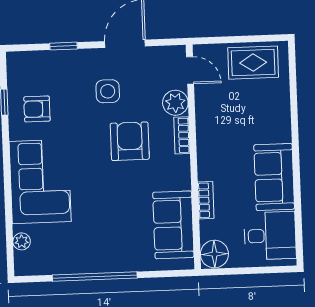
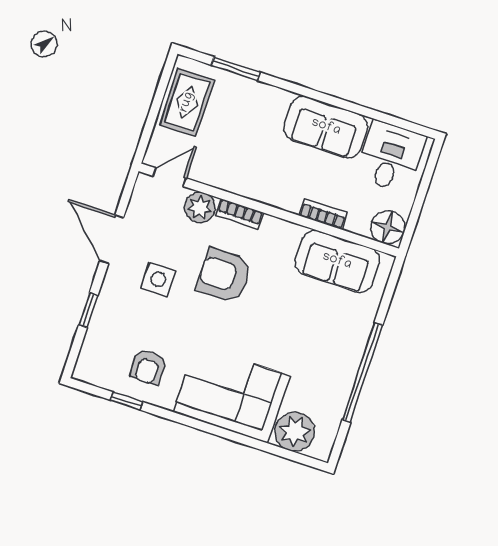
window: (293, 90) -> (236, 69), added
plant: (22, 241) -> (295, 432), width x1.88, depth x1.88

